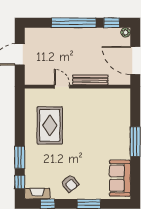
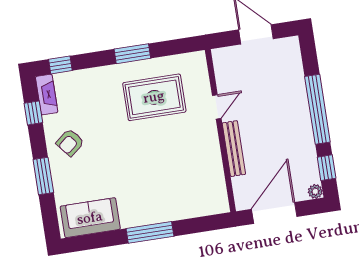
window: (20, 157) -> (132, 54), moved

